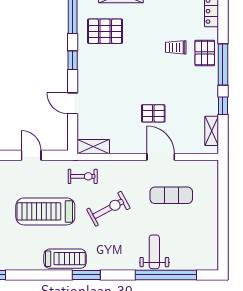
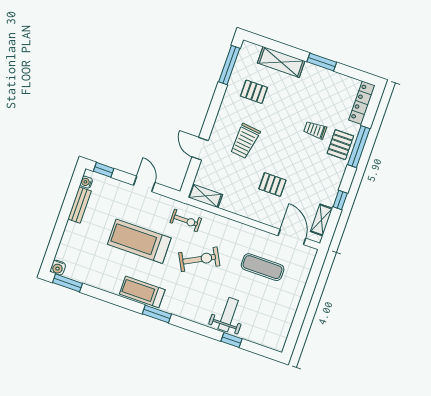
pallet: (105, 31) -> (254, 92), width x0.67, depth x0.71
window: (73, 60) -> (214, 108), removed
window: (223, 64) -> (359, 147), moved
trolley: (113, 81) -> (245, 141), added
door: (161, 157) -> (292, 237), moved
treadmill: (65, 259) -> (142, 292), turned 180
window: (166, 275) -> (231, 340), width x0.32

